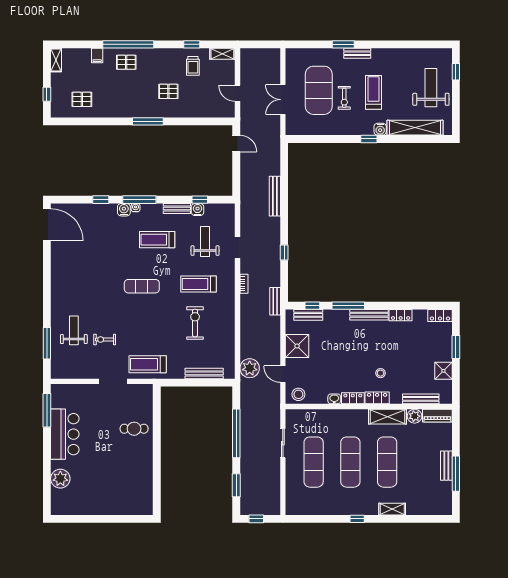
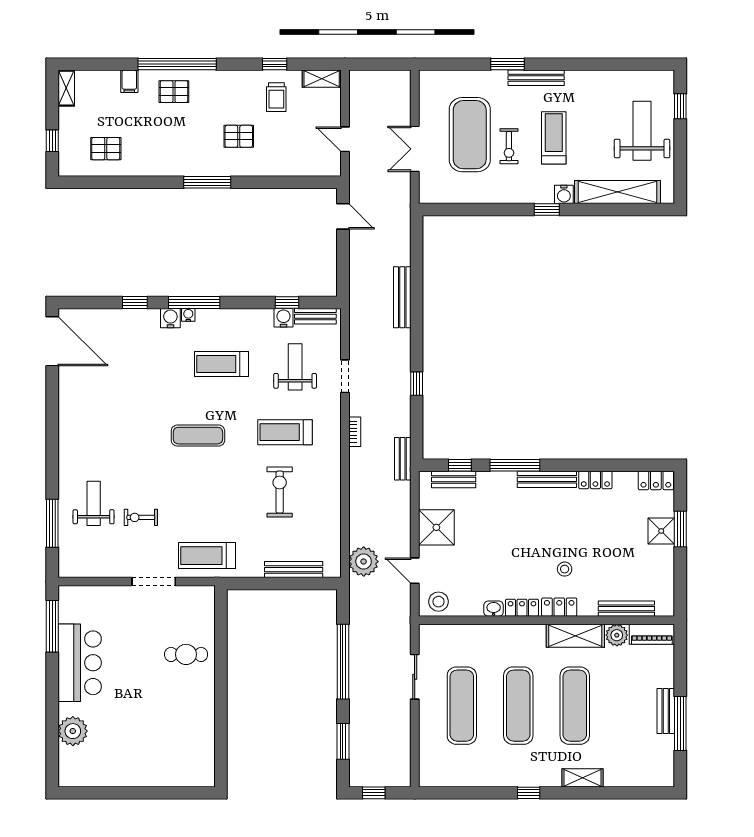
bench: (357, 53) -> (536, 78), width x1.36
bench: (177, 209) -> (315, 316), moved
shower: (443, 371) -> (661, 531), moved

